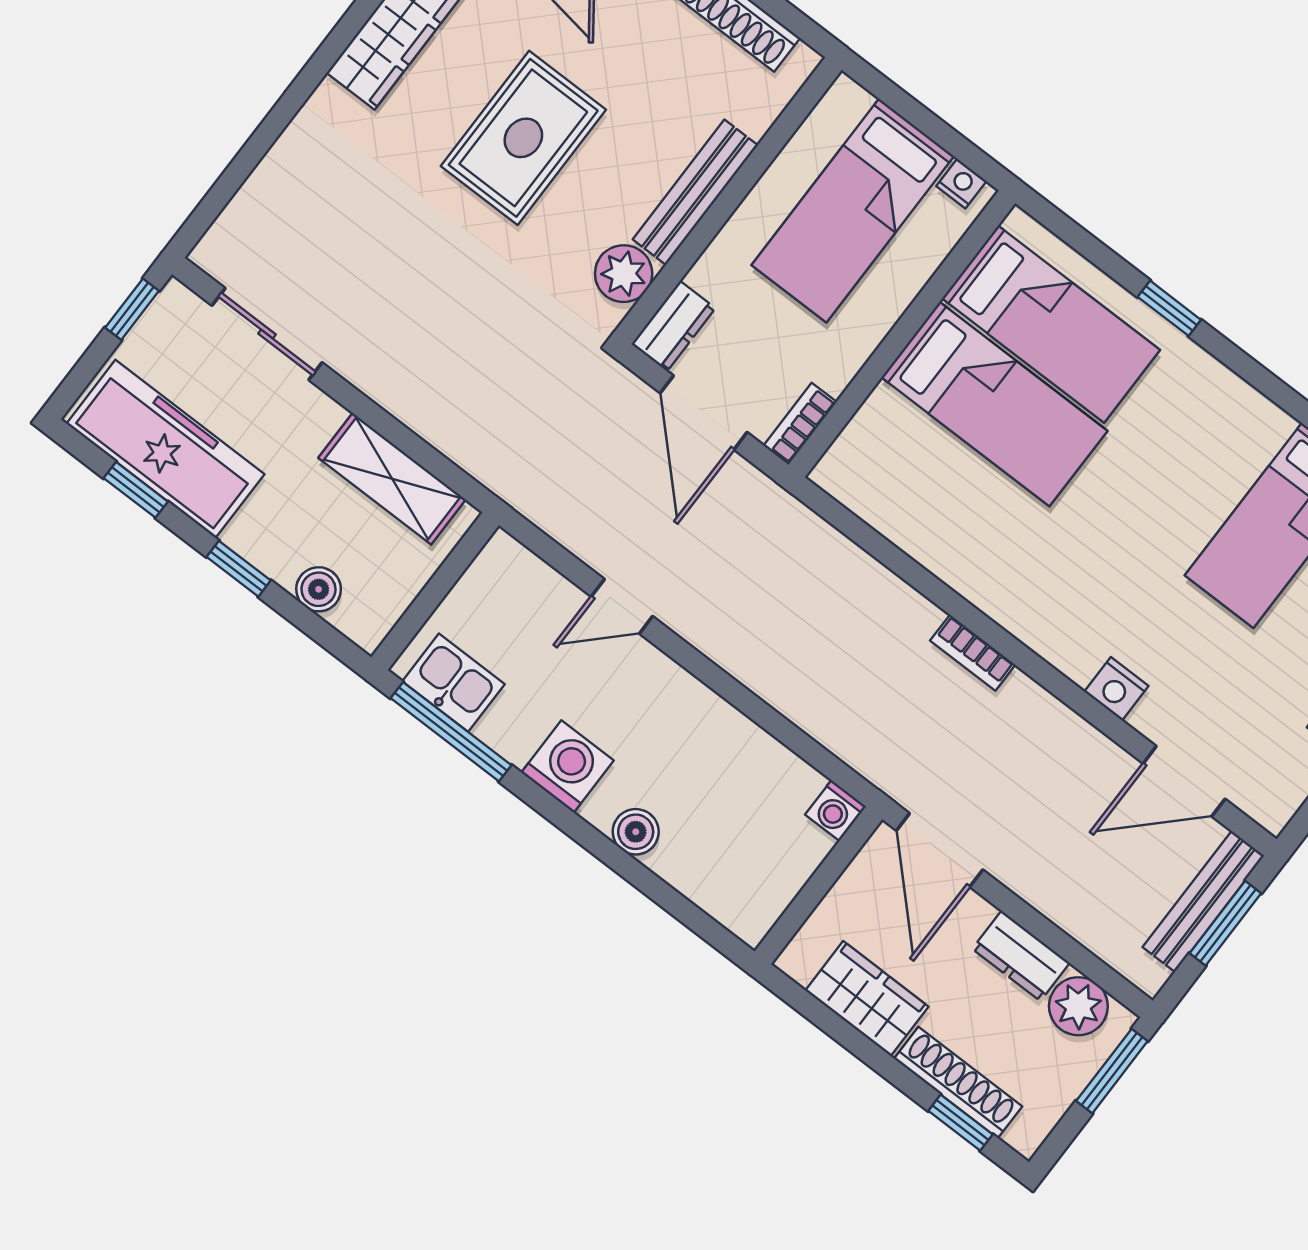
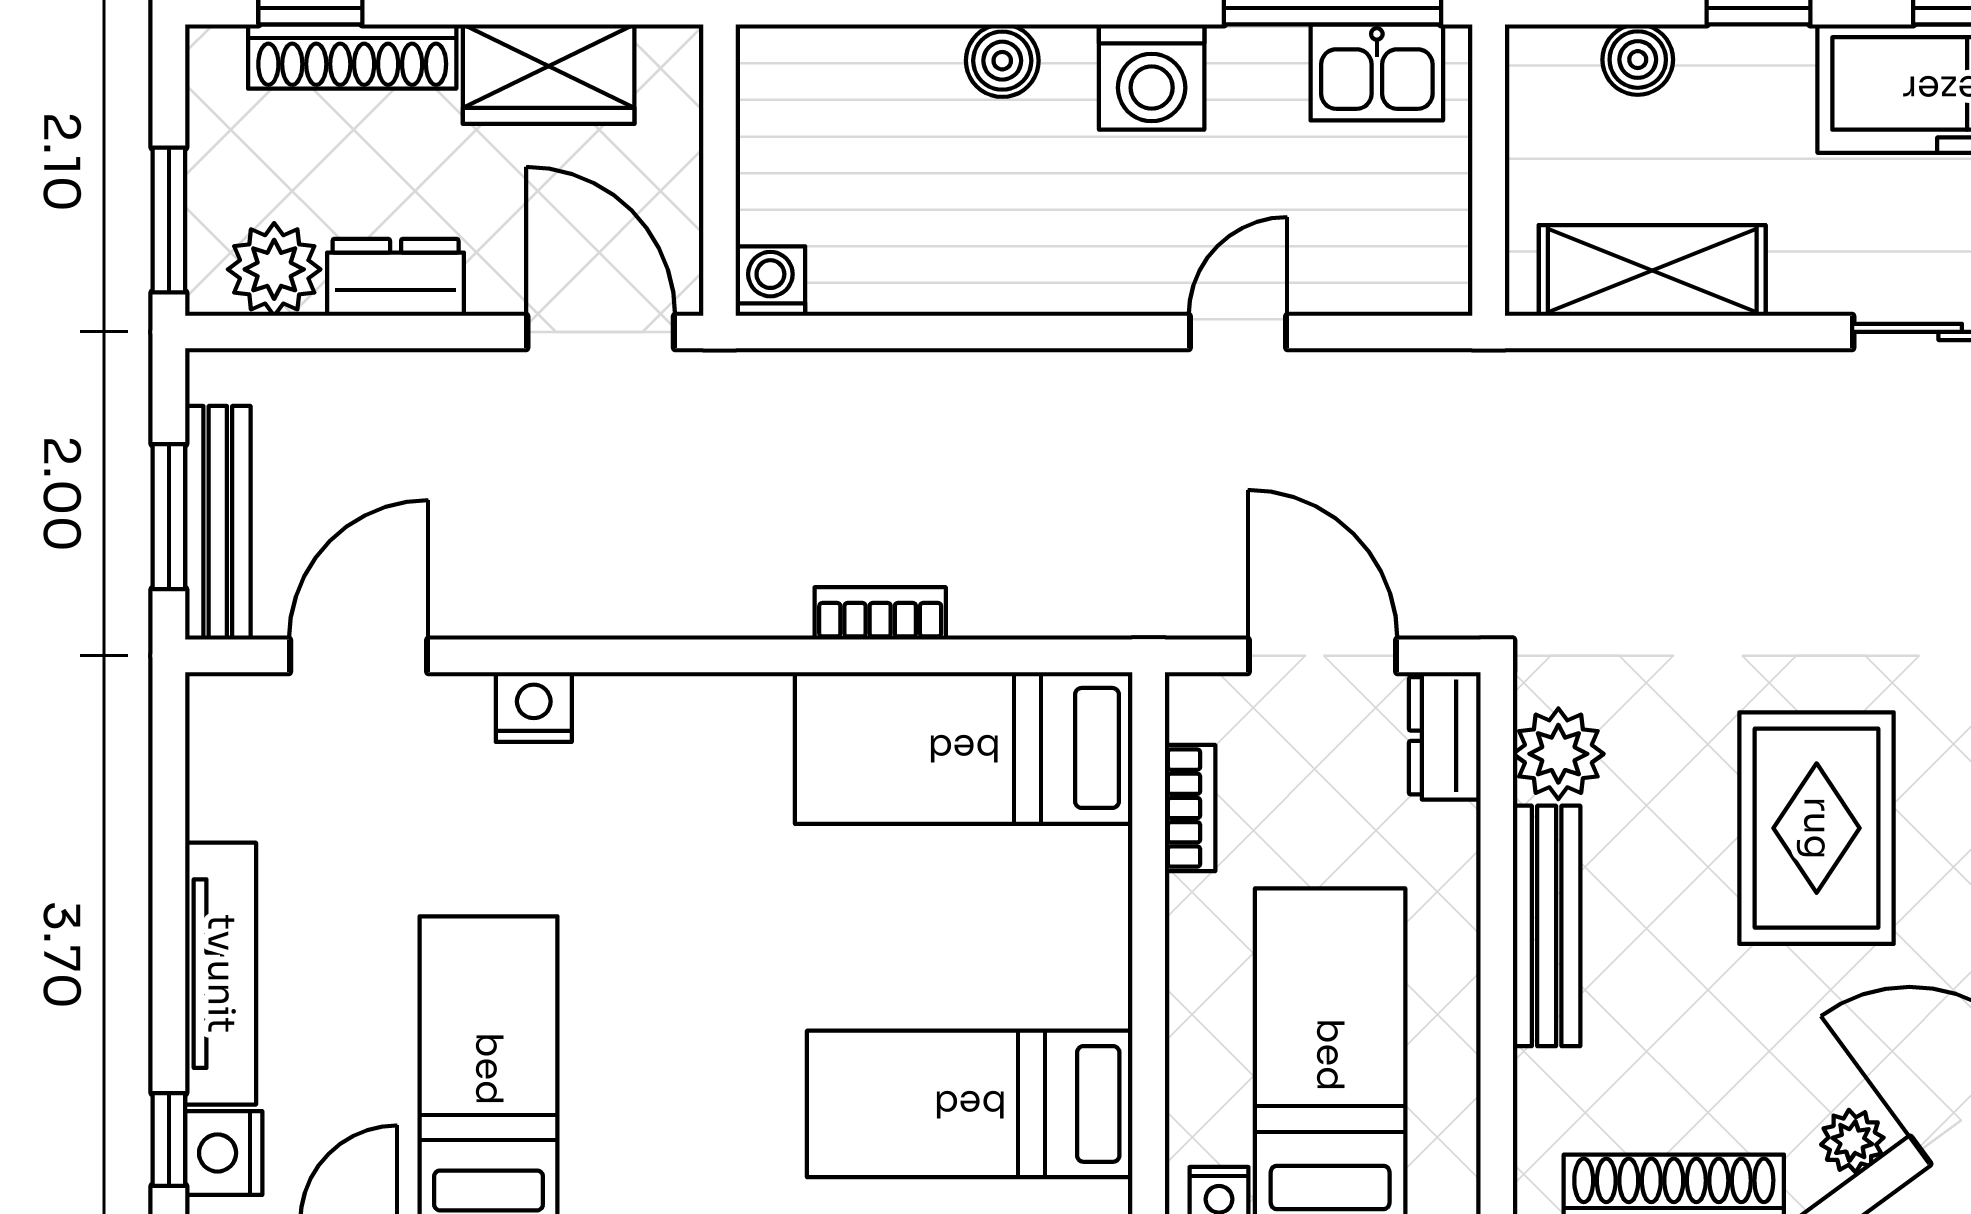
bed: (994, 404) -> (964, 748), moved
bookcase: (800, 424) -> (1190, 808), moved
bookcase: (973, 653) -> (880, 613), moved

